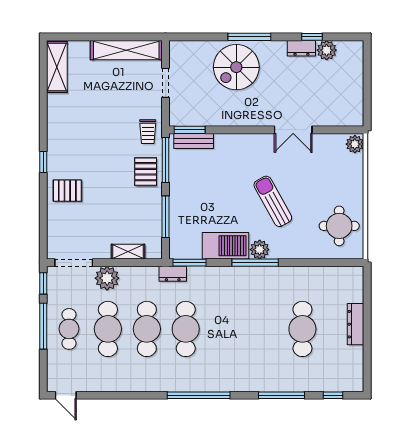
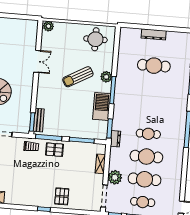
plant: (260, 250) -> (106, 77), moved
cafe table: (186, 329) -> (148, 134), width x0.73, depth x0.74

